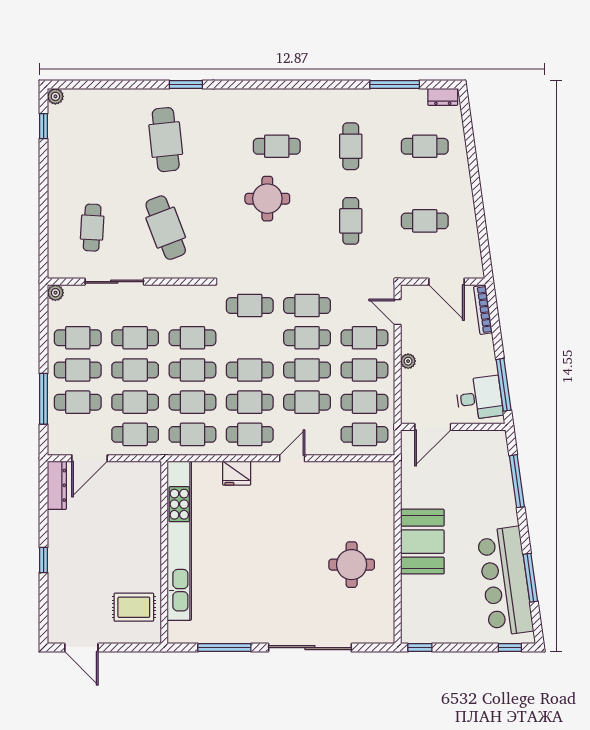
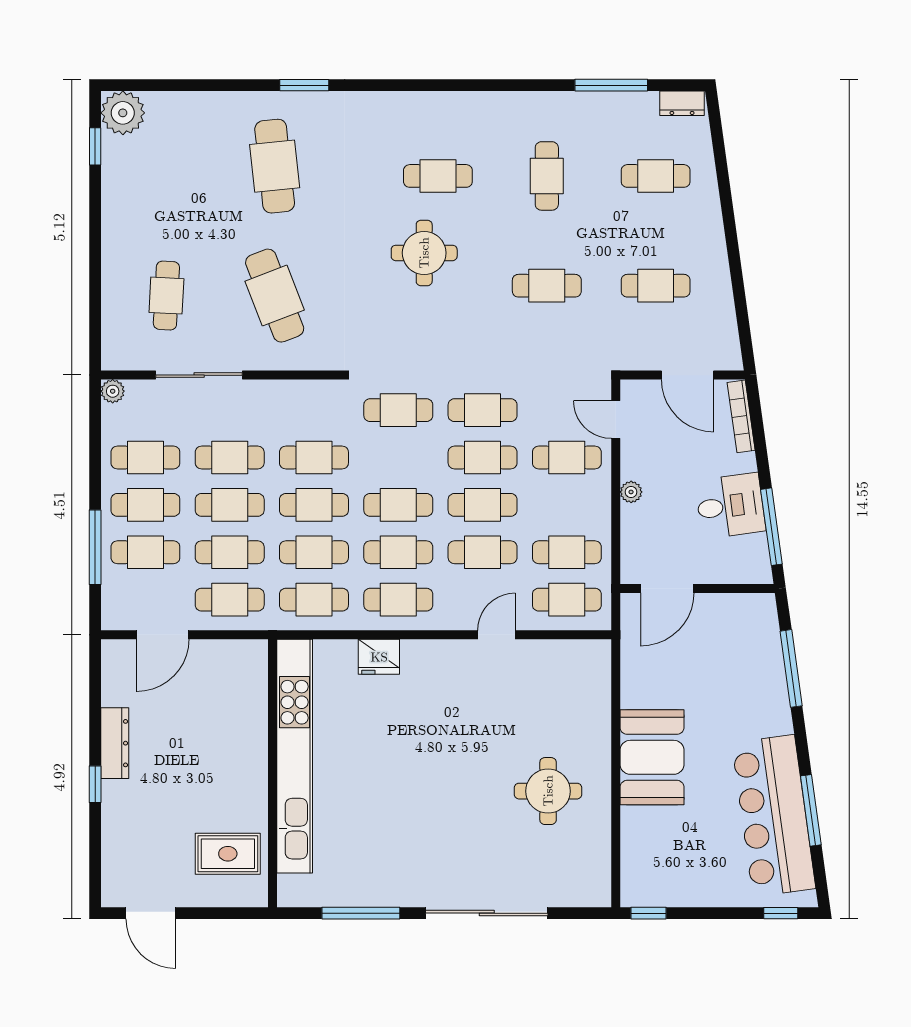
plant: (55, 96) -> (123, 113), width x1.88, depth x1.88
cafe table: (351, 221) -> (547, 286), turned 90
cafe table: (364, 370) -> (567, 505), removed
desk: (479, 398) -> (730, 506), moved
door: (292, 458) -> (496, 635), moved
dresser: (57, 485) -> (115, 743), moved

